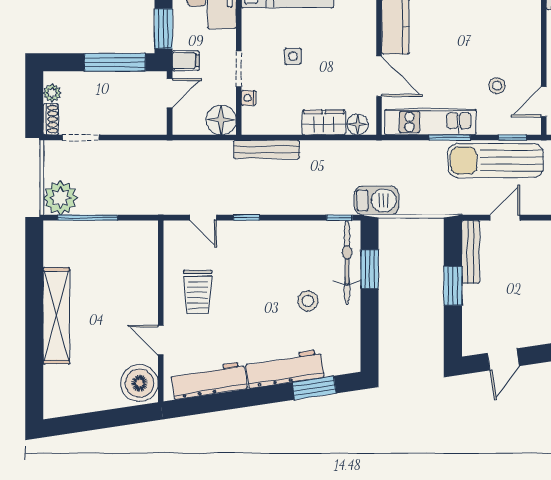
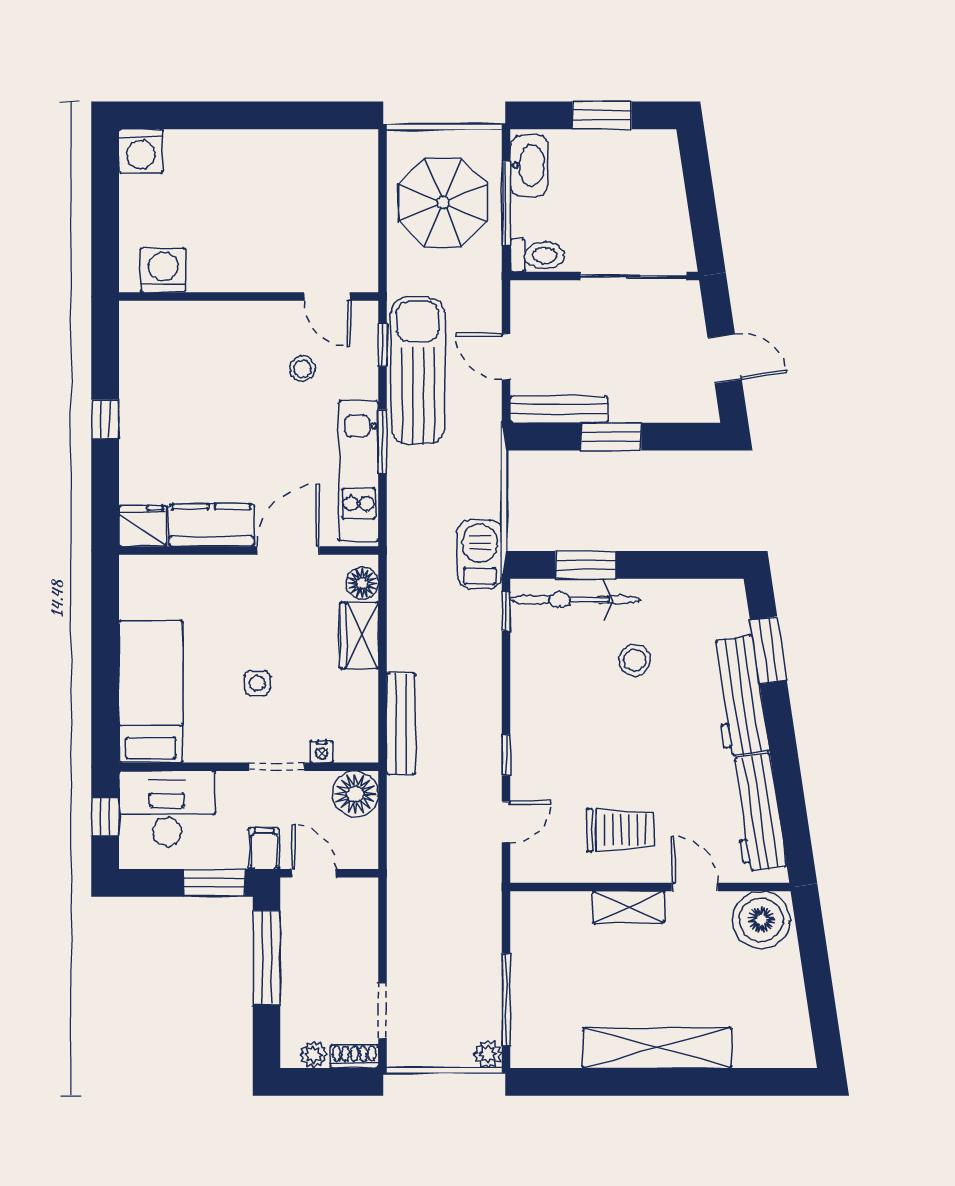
sun lounger: (496, 160) -> (418, 371), turned 180
plant: (60, 198) -> (488, 1054), width x0.53, depth x0.53
shelving: (148, 297) -> (629, 907), added
door: (161, 340) -> (695, 887), swing flipped

